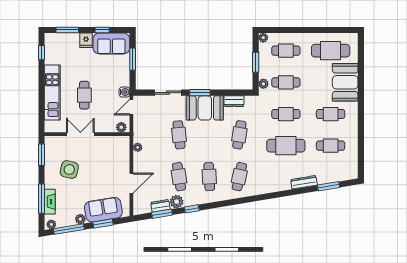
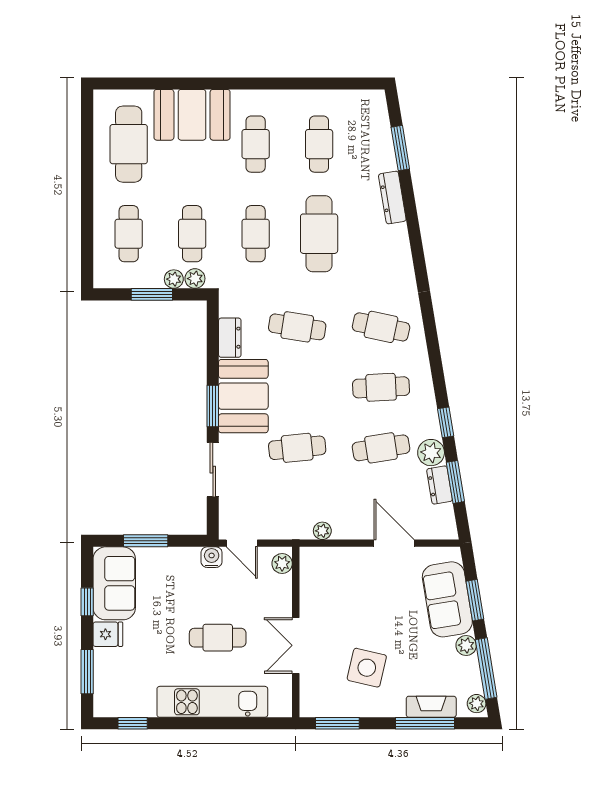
plant: (263, 38) -> (174, 279), moved

